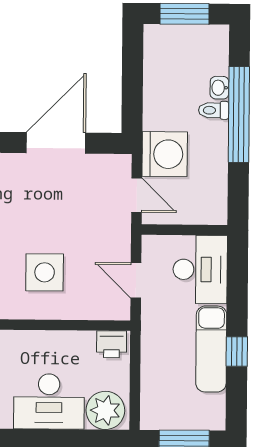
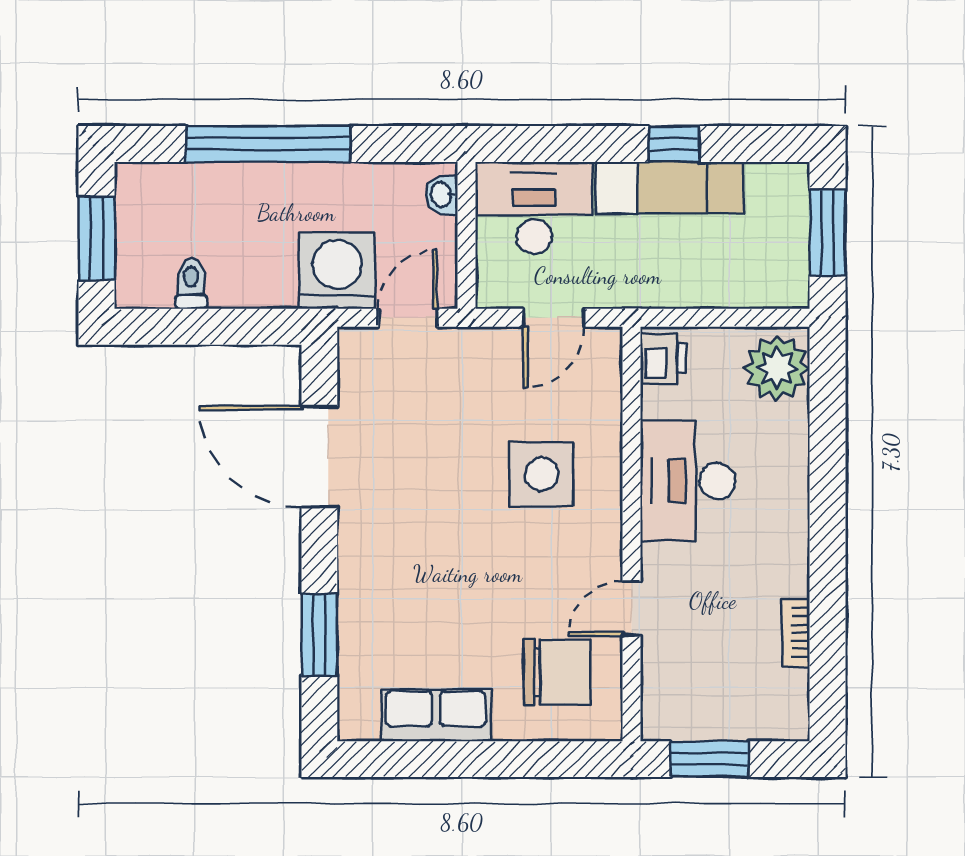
washbasin: (219, 88) -> (442, 195), moved, turned 90
toilet: (214, 110) -> (191, 283), moved, turned 180
desk: (49, 401) -> (688, 481), moved, turned 180

